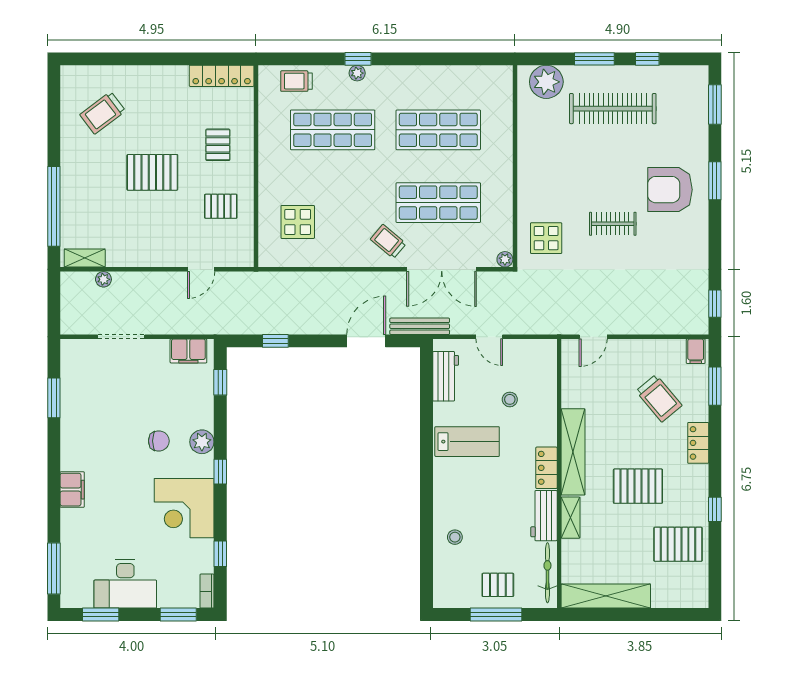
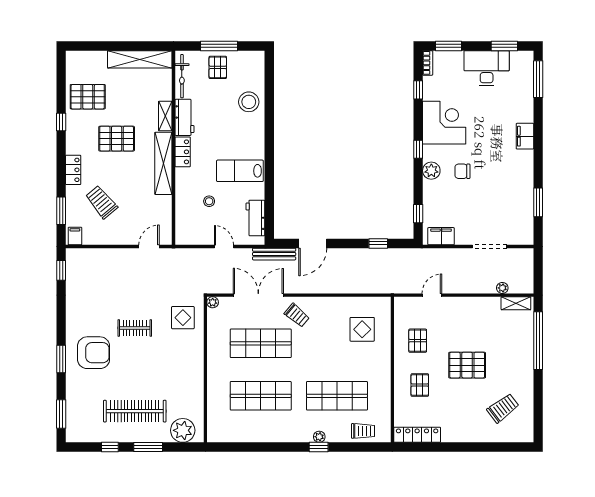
pallet: (221, 206) -> (418, 341), turned 90
stool: (455, 537) -> (249, 102), width x1.89, depth x1.89
pallet: (498, 585) -> (218, 67), turned 90

